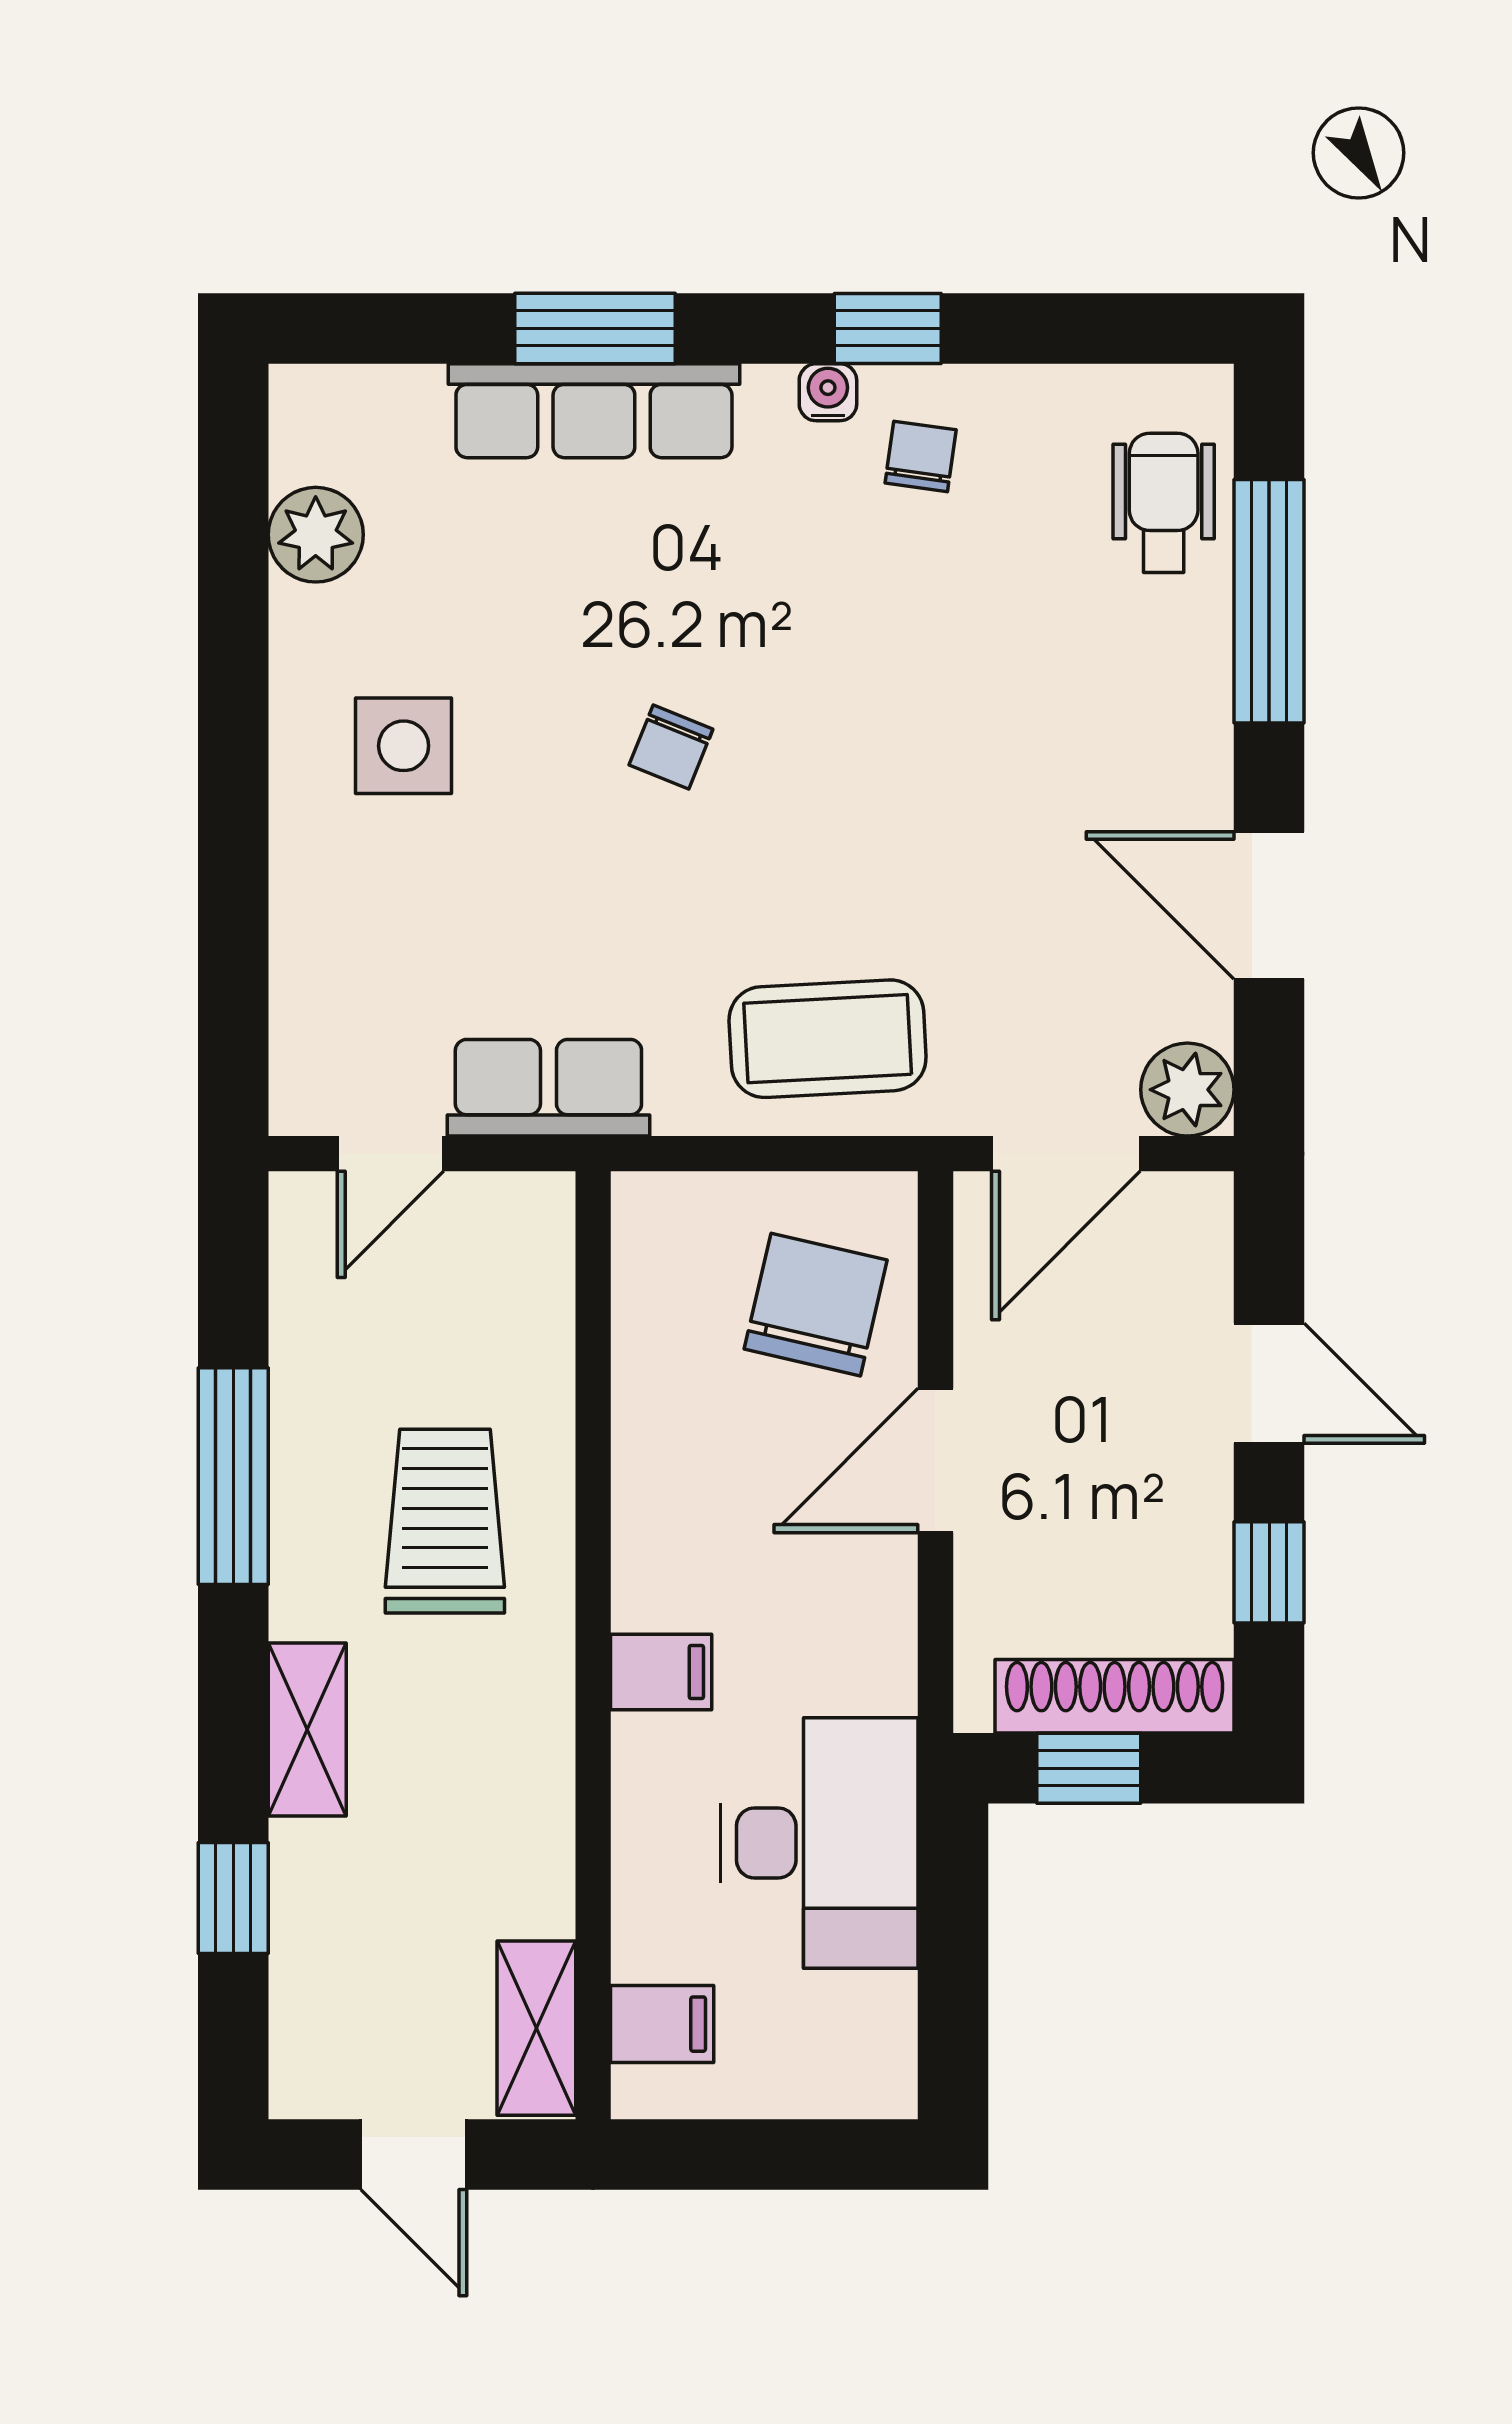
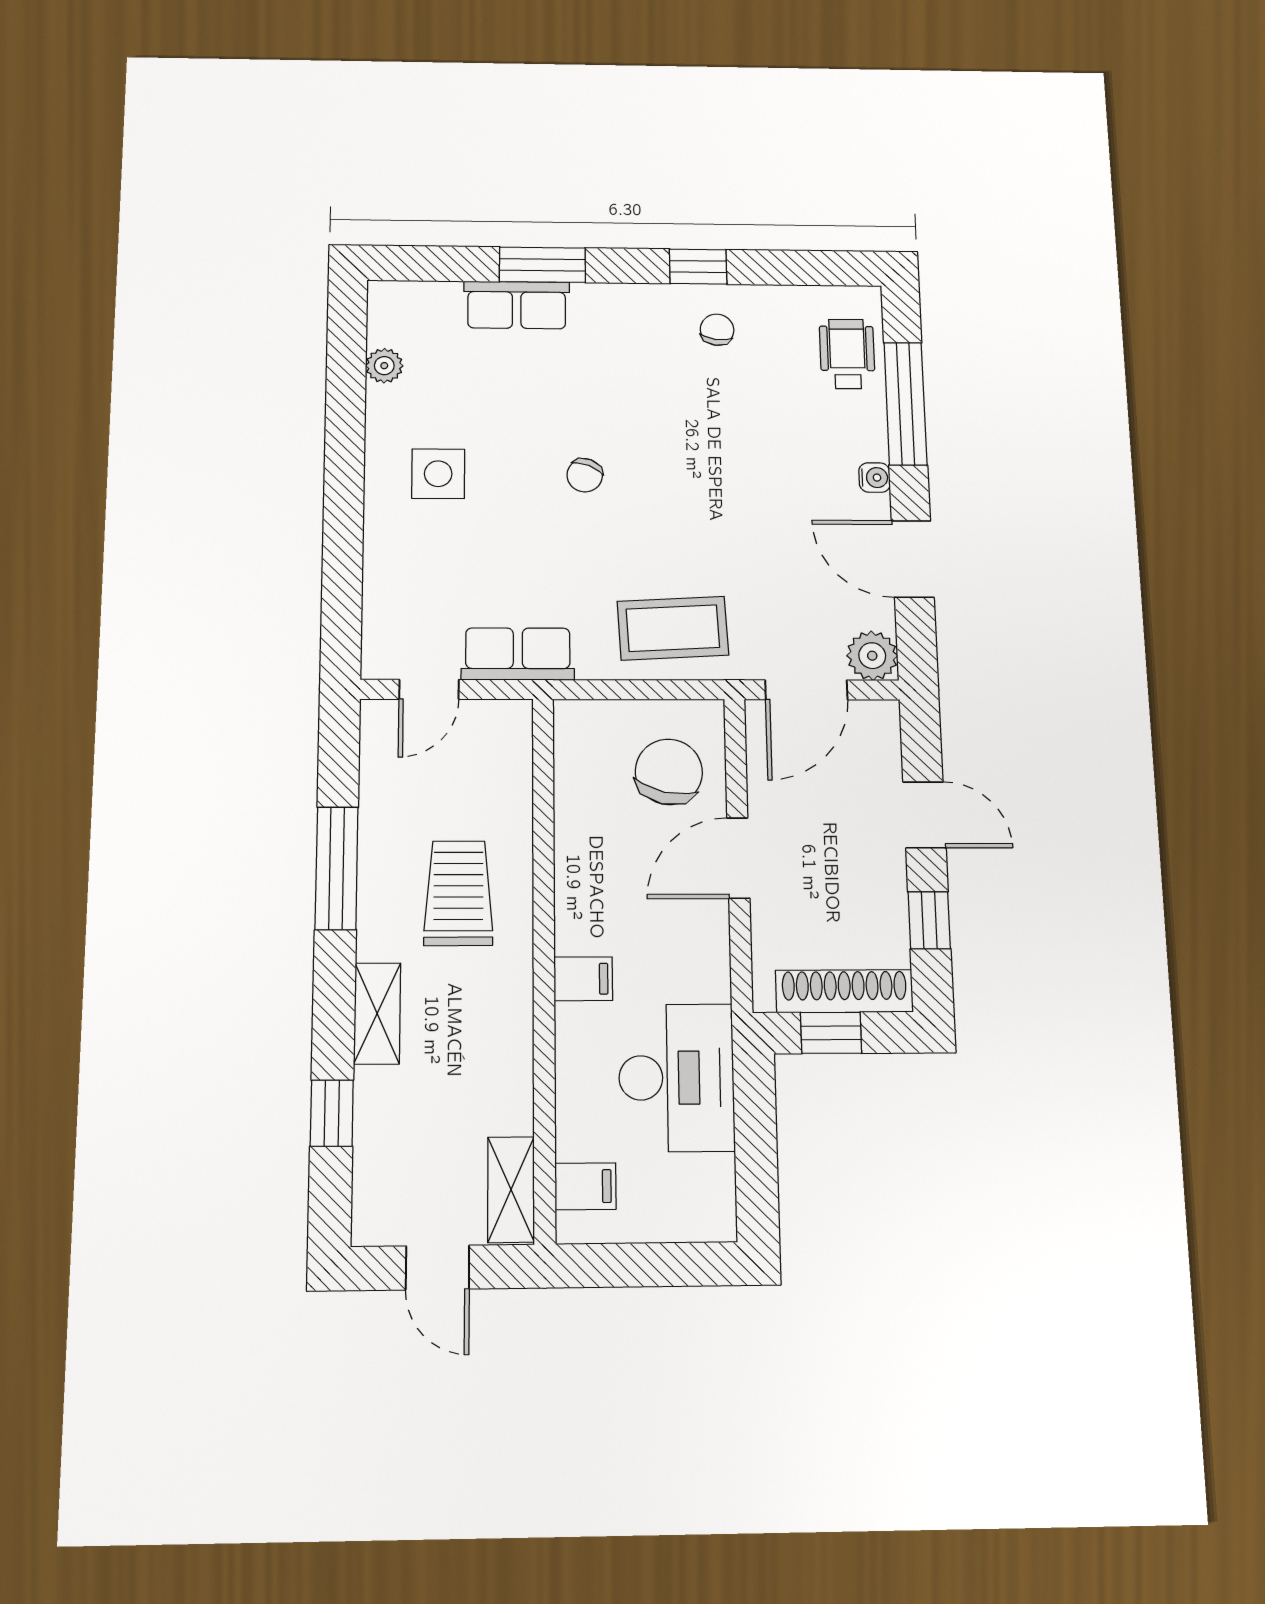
water cooler: (828, 392) -> (875, 478), moved, turned 90
row of seats: (594, 411) -> (517, 305), width x0.68
plant: (316, 535) -> (384, 366), width x0.73, depth x0.73

